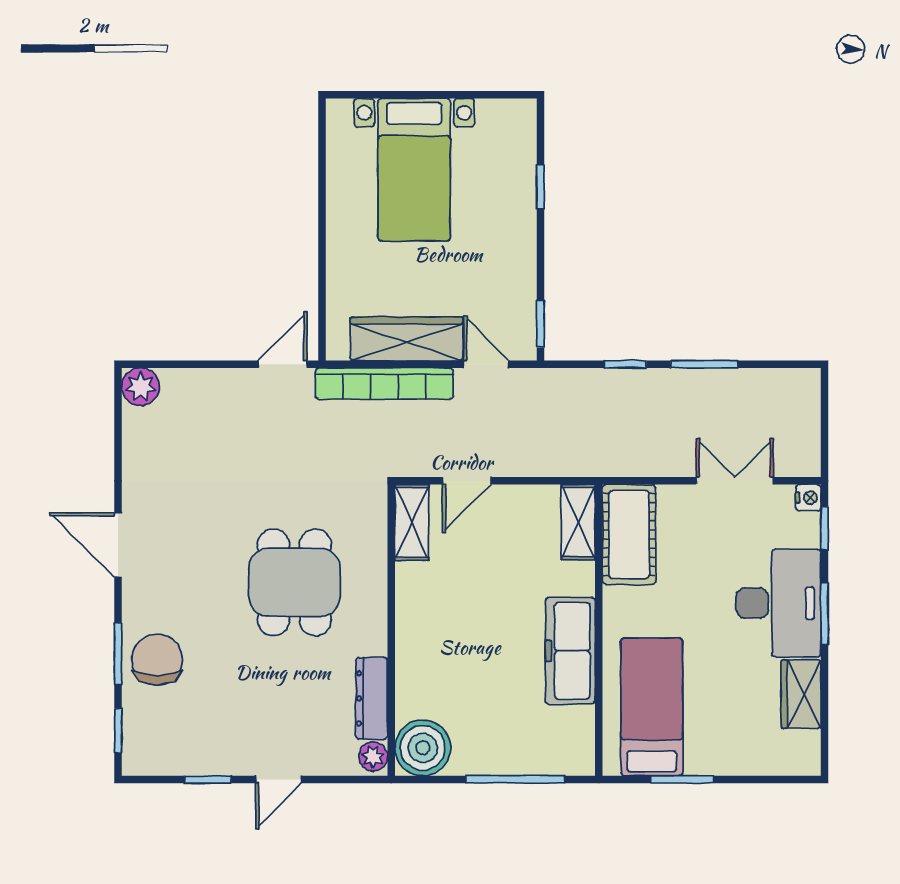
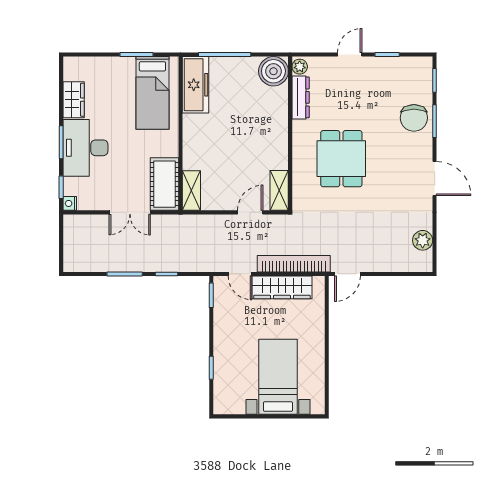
plant: (141, 387) -> (423, 240), moved
double door: (735, 481) -> (130, 212), moved
freezer: (570, 651) -> (196, 85), moved

